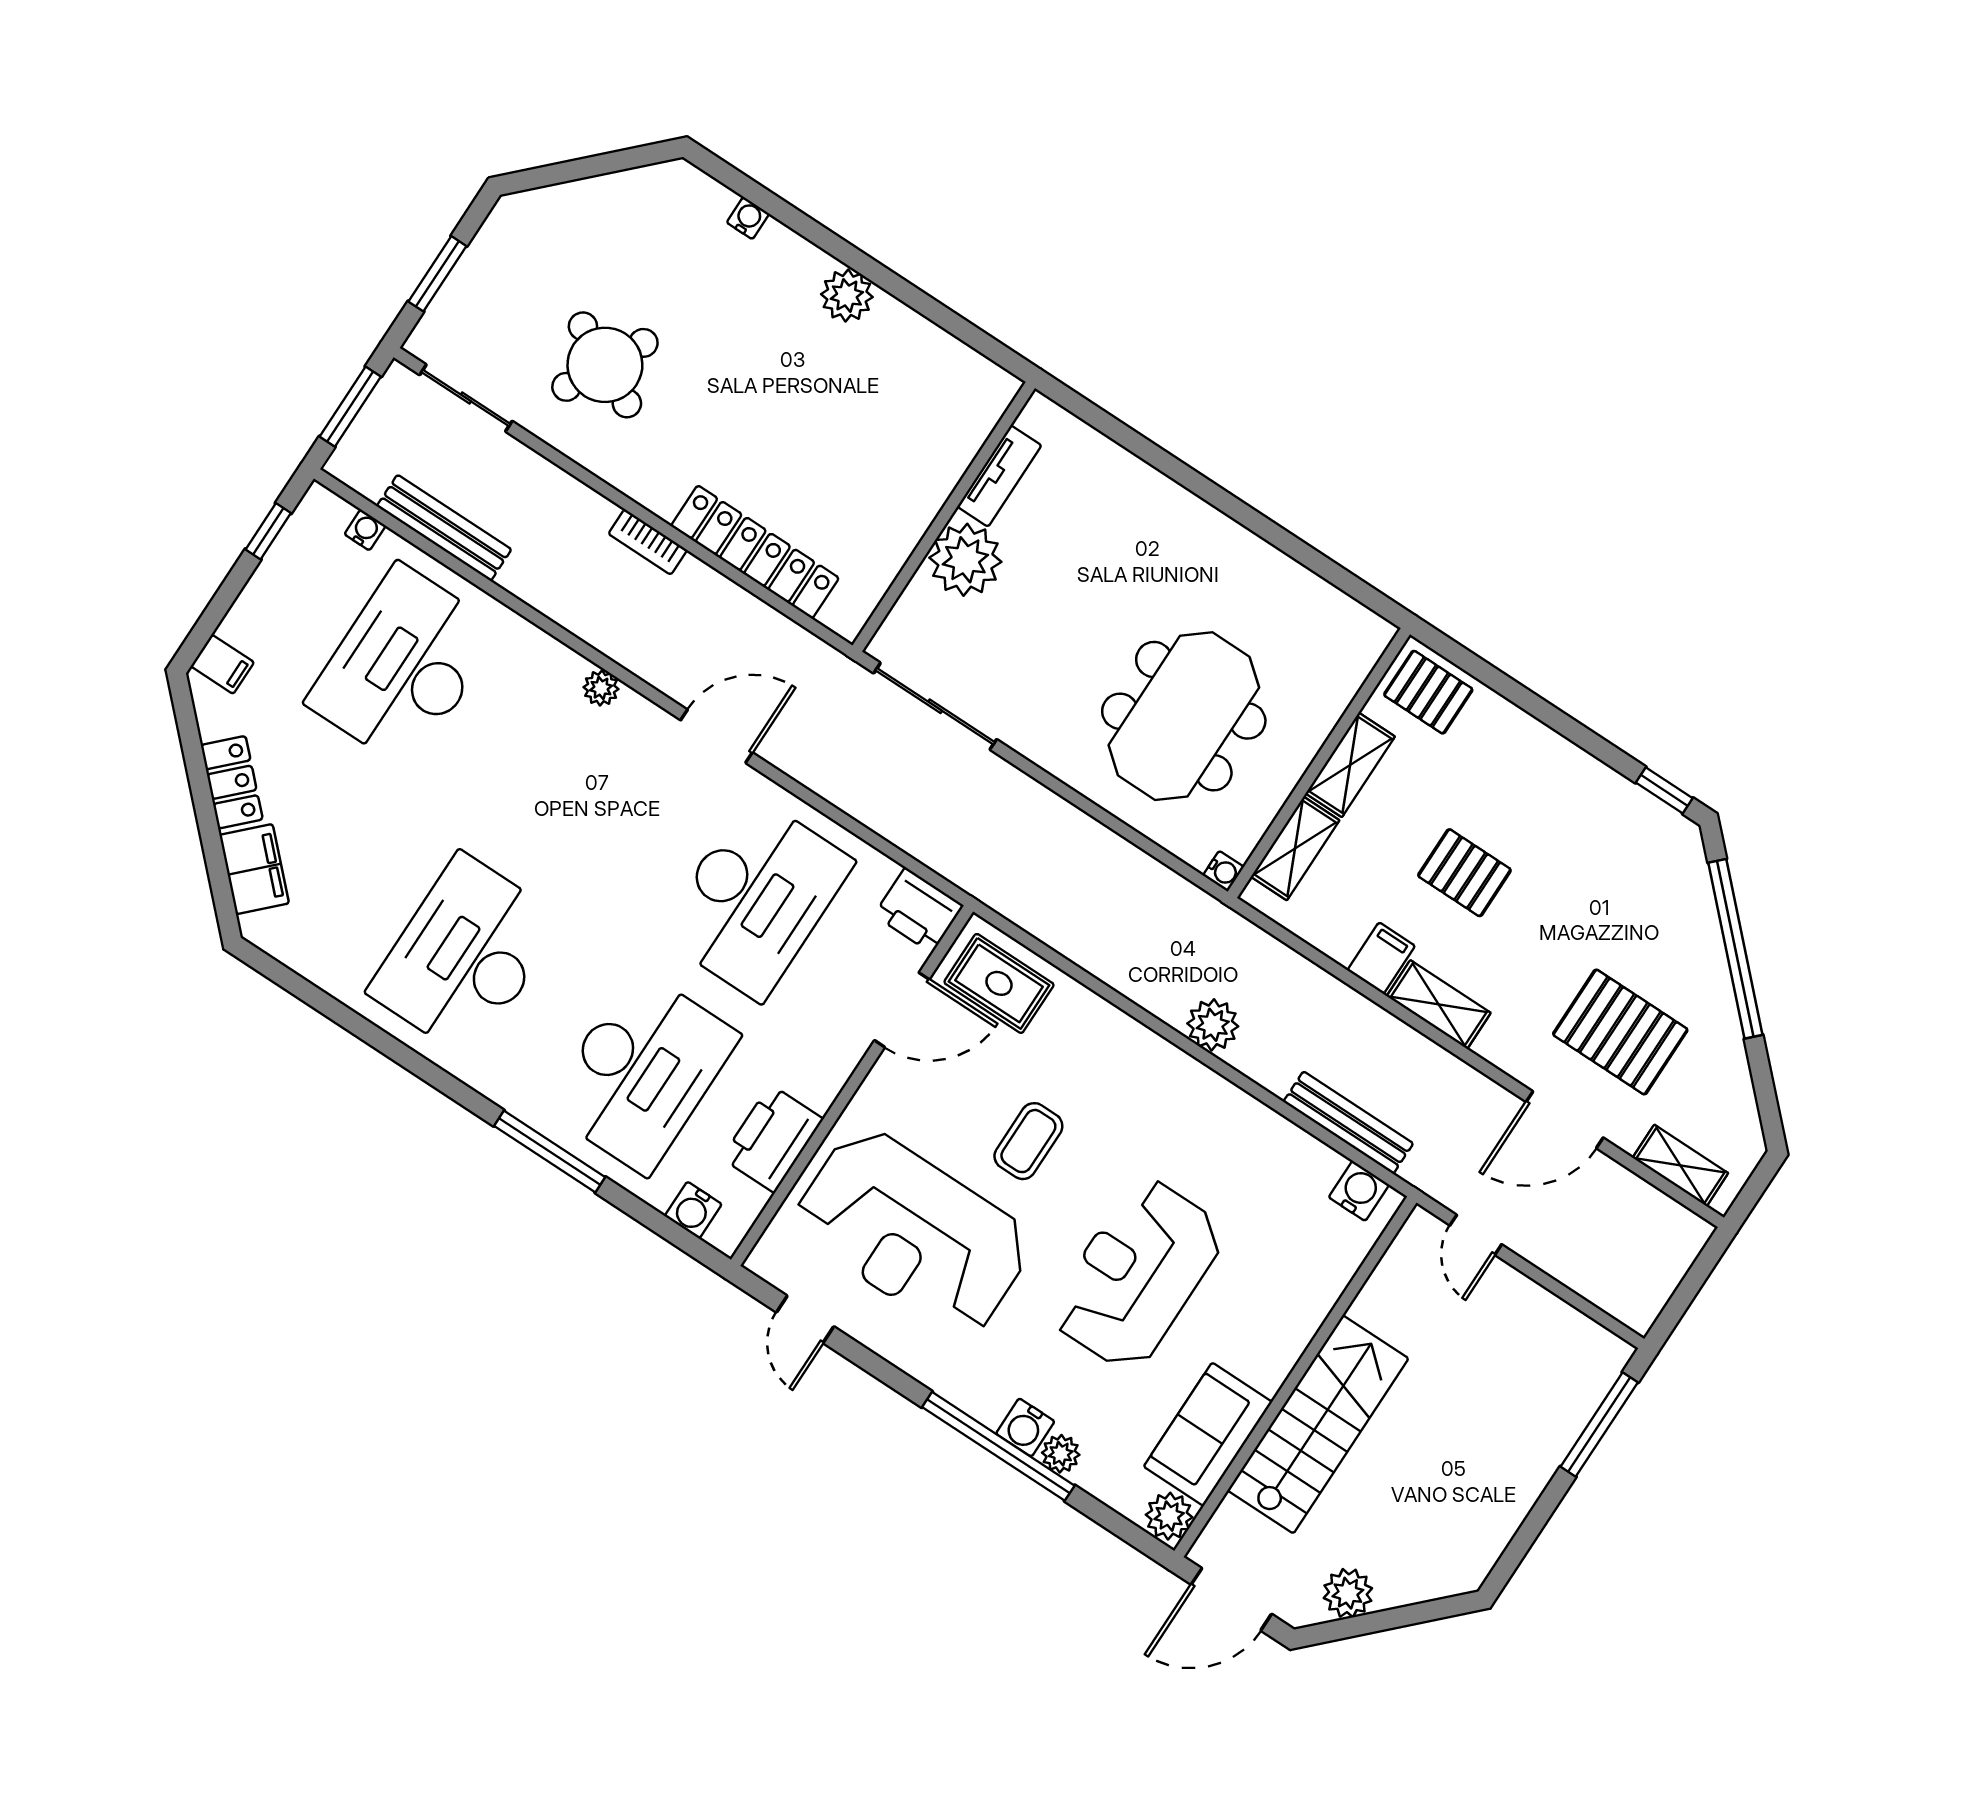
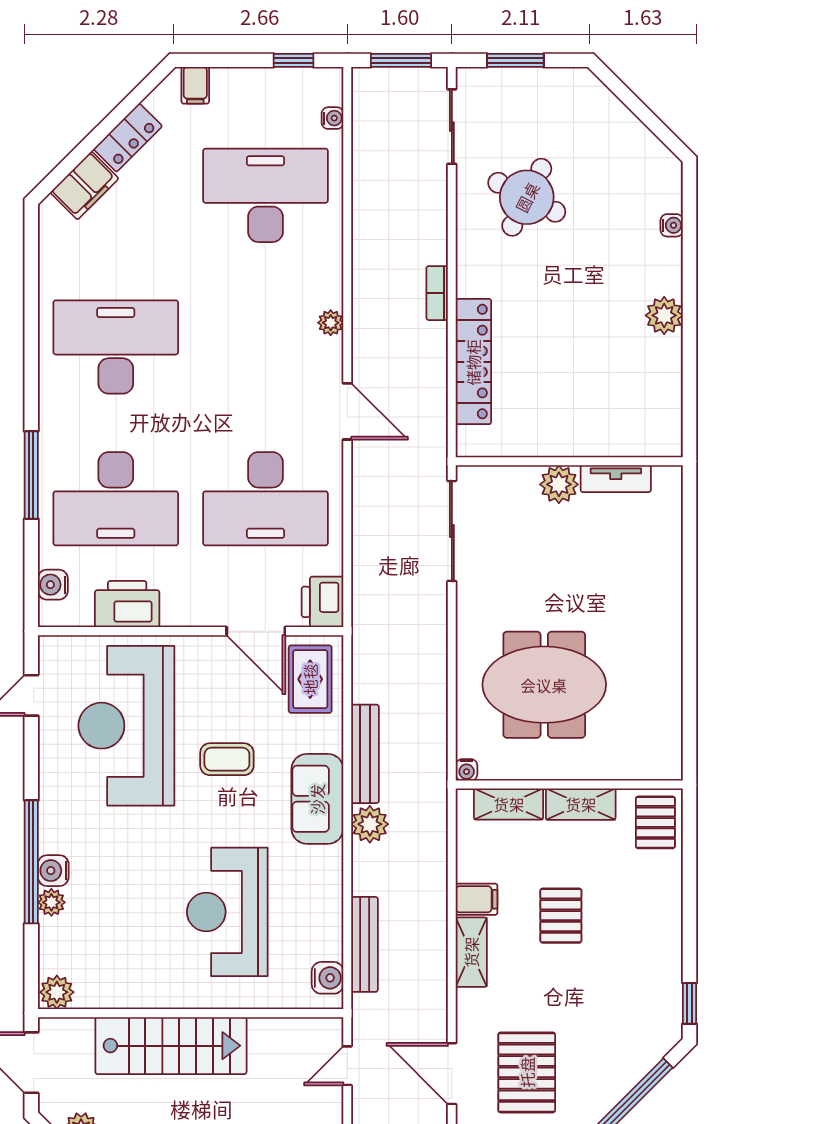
bench: (444, 528) -> (365, 754), moved
plant: (965, 560) -> (559, 484), width x0.73, depth x0.73
reception desk: (1137, 1274) -> (227, 912), moved, turned -90
sofa: (1208, 1434) -> (317, 799), moved, turned -90

